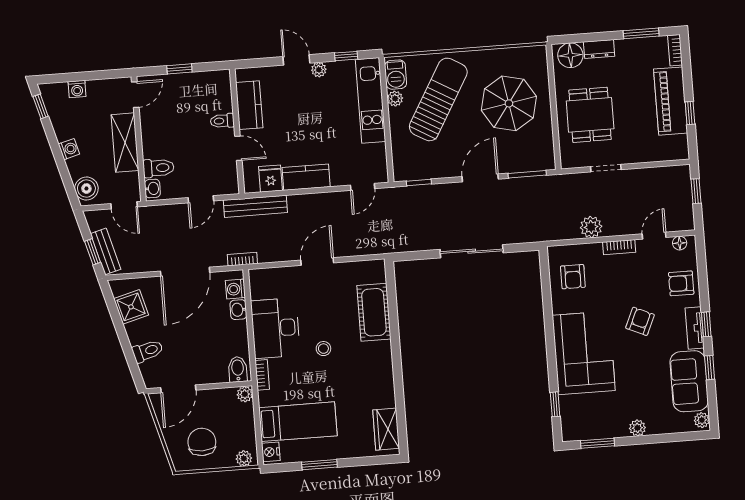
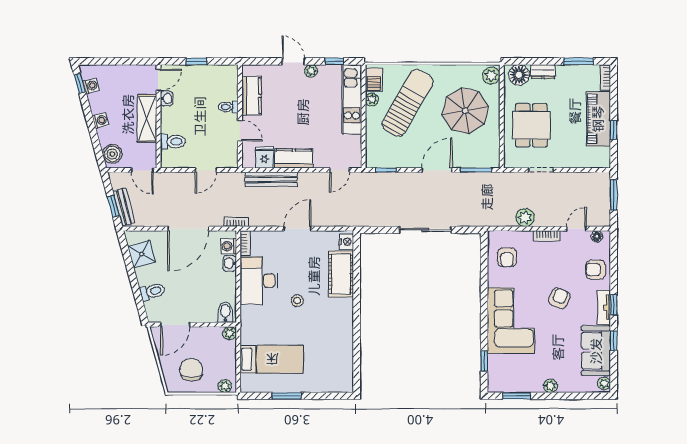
plant: (537, 59) -> (491, 76), added
washing machine: (77, 89) -> (91, 86), moved, turned -105
washbasin: (152, 188) -> (167, 98), moved
window: (696, 191) -> (614, 195), width x1.50
bench: (255, 206) -> (271, 179), moved
bookcase: (262, 375) -> (245, 243), moved
wardrobe: (386, 429) -> (344, 371), removed
nightstand: (271, 452) -> (346, 242), moved, turned 180

